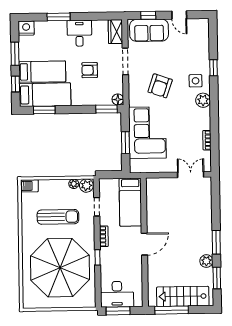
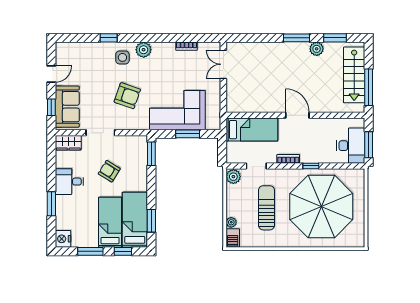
armchair: (90, 70) -> (109, 171), turned 122
floor lamp: (118, 99) -> (141, 141), removed
plant: (74, 184) -> (231, 222), moved

